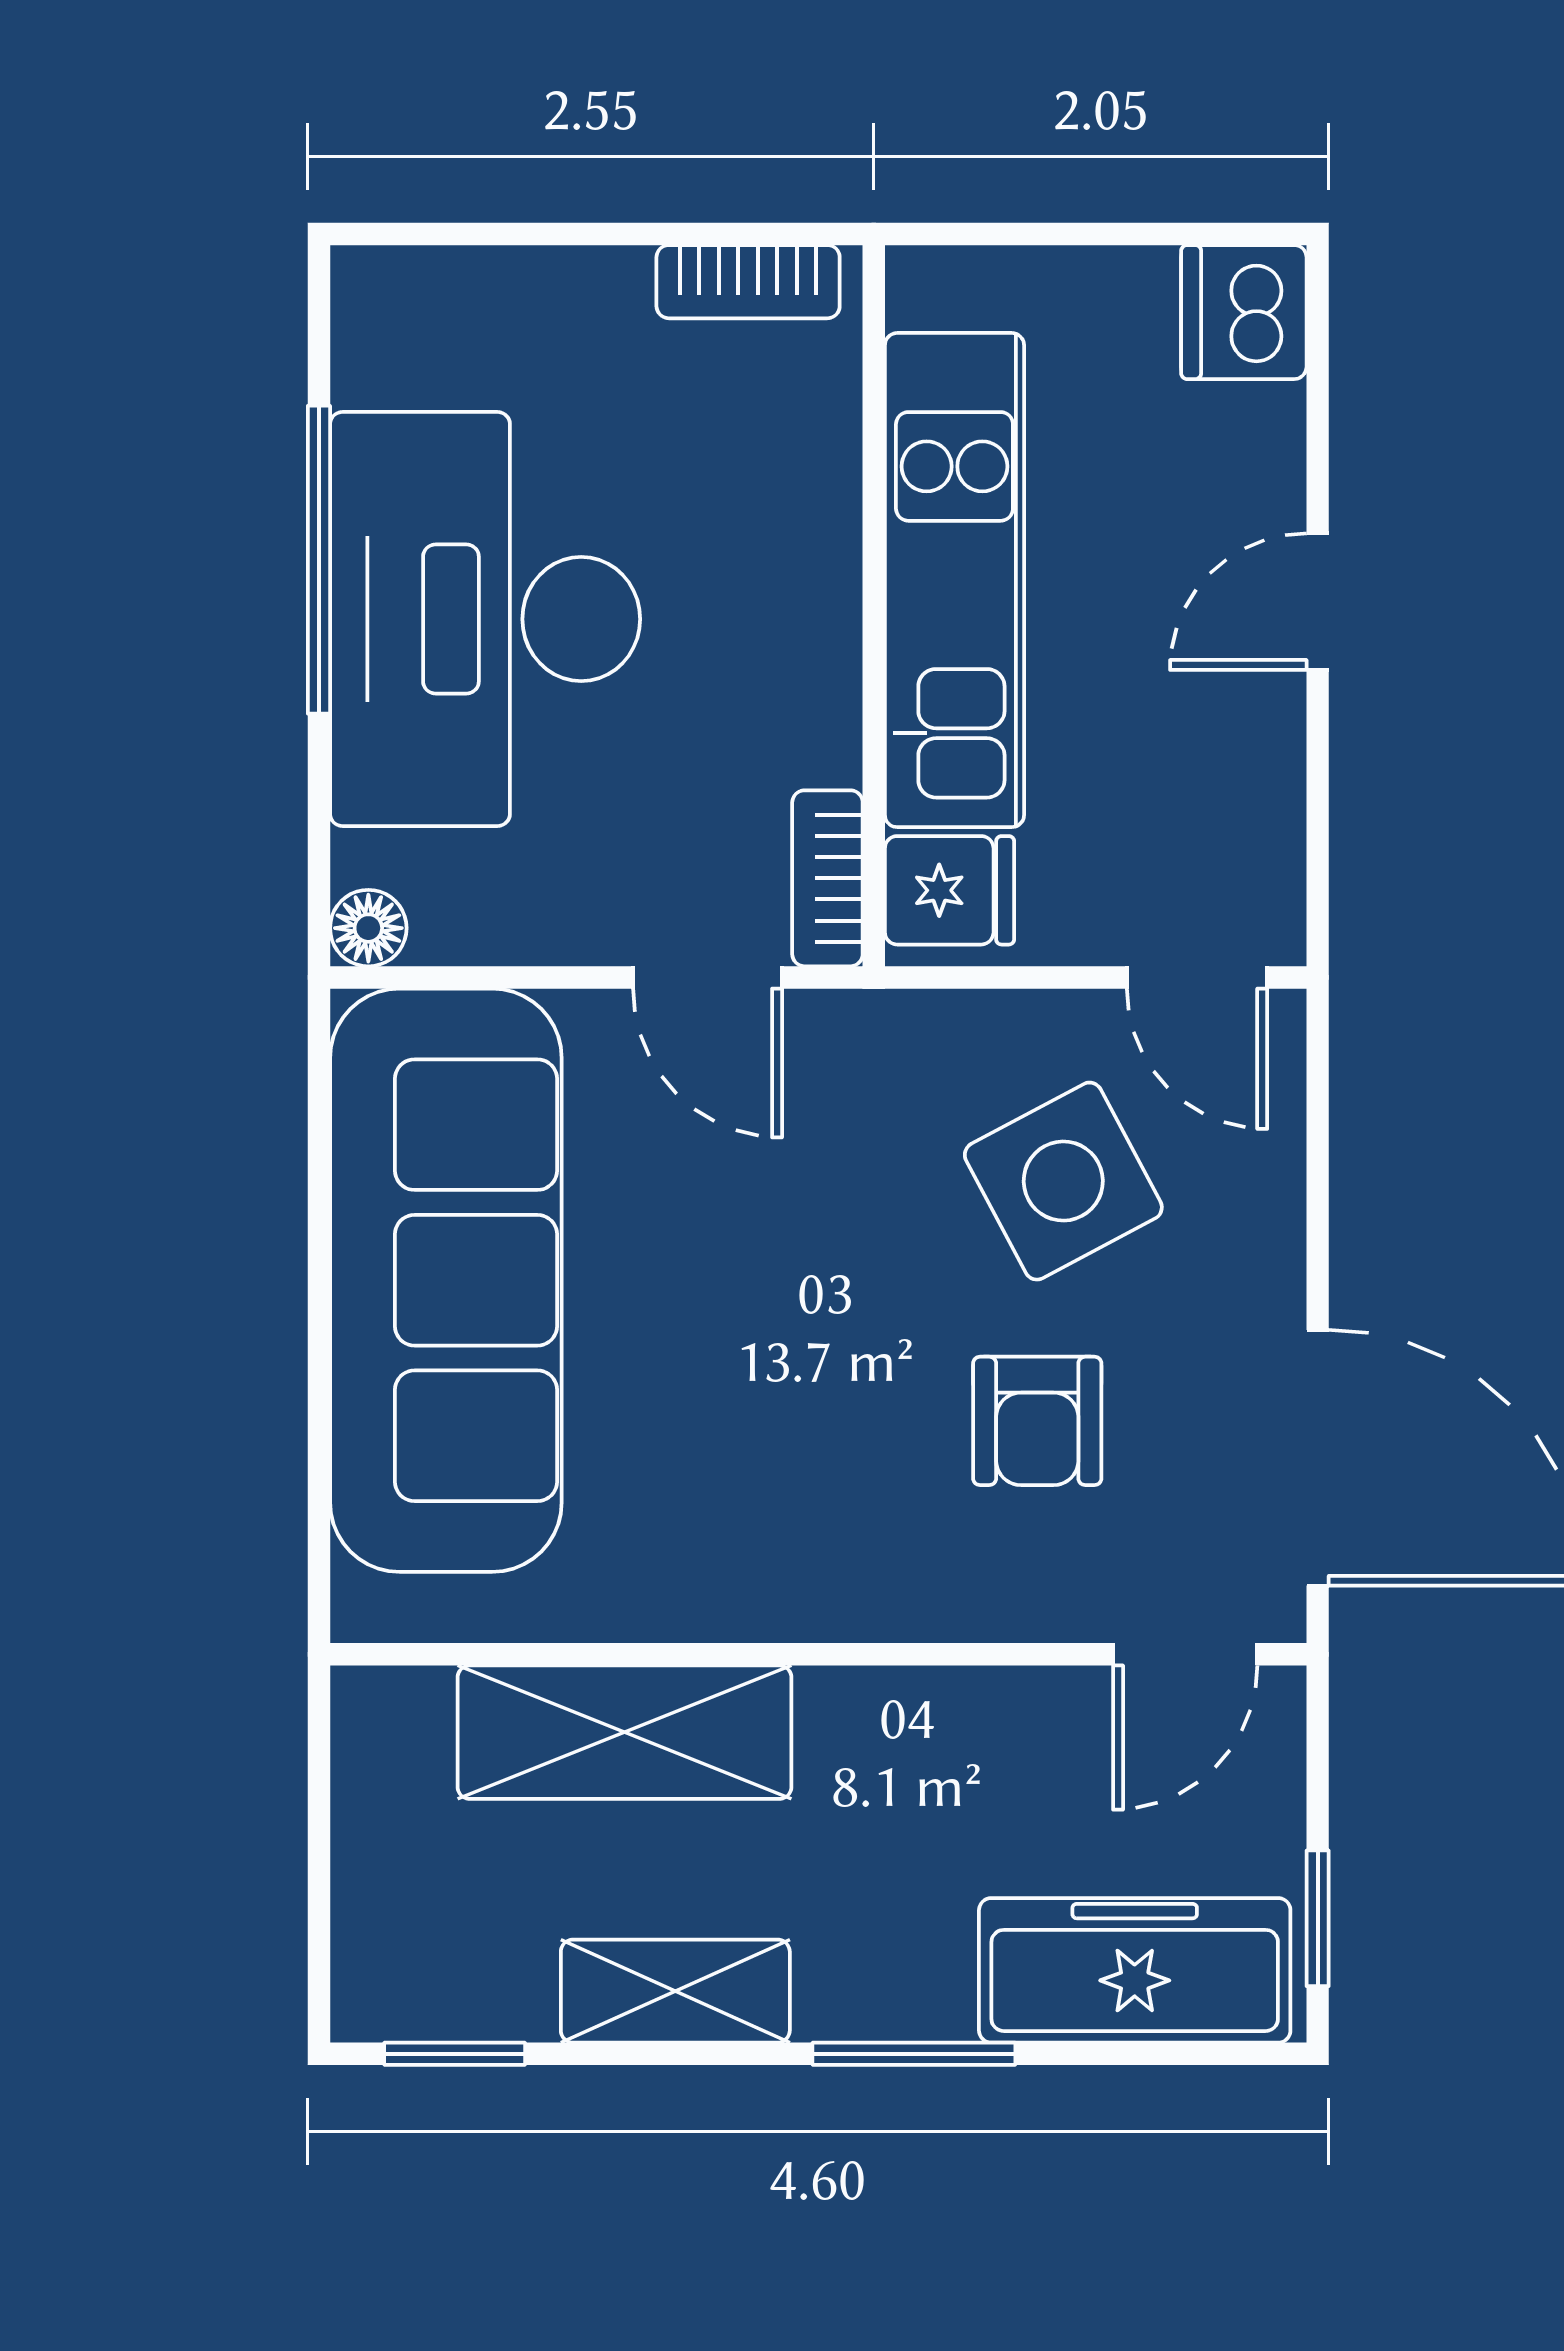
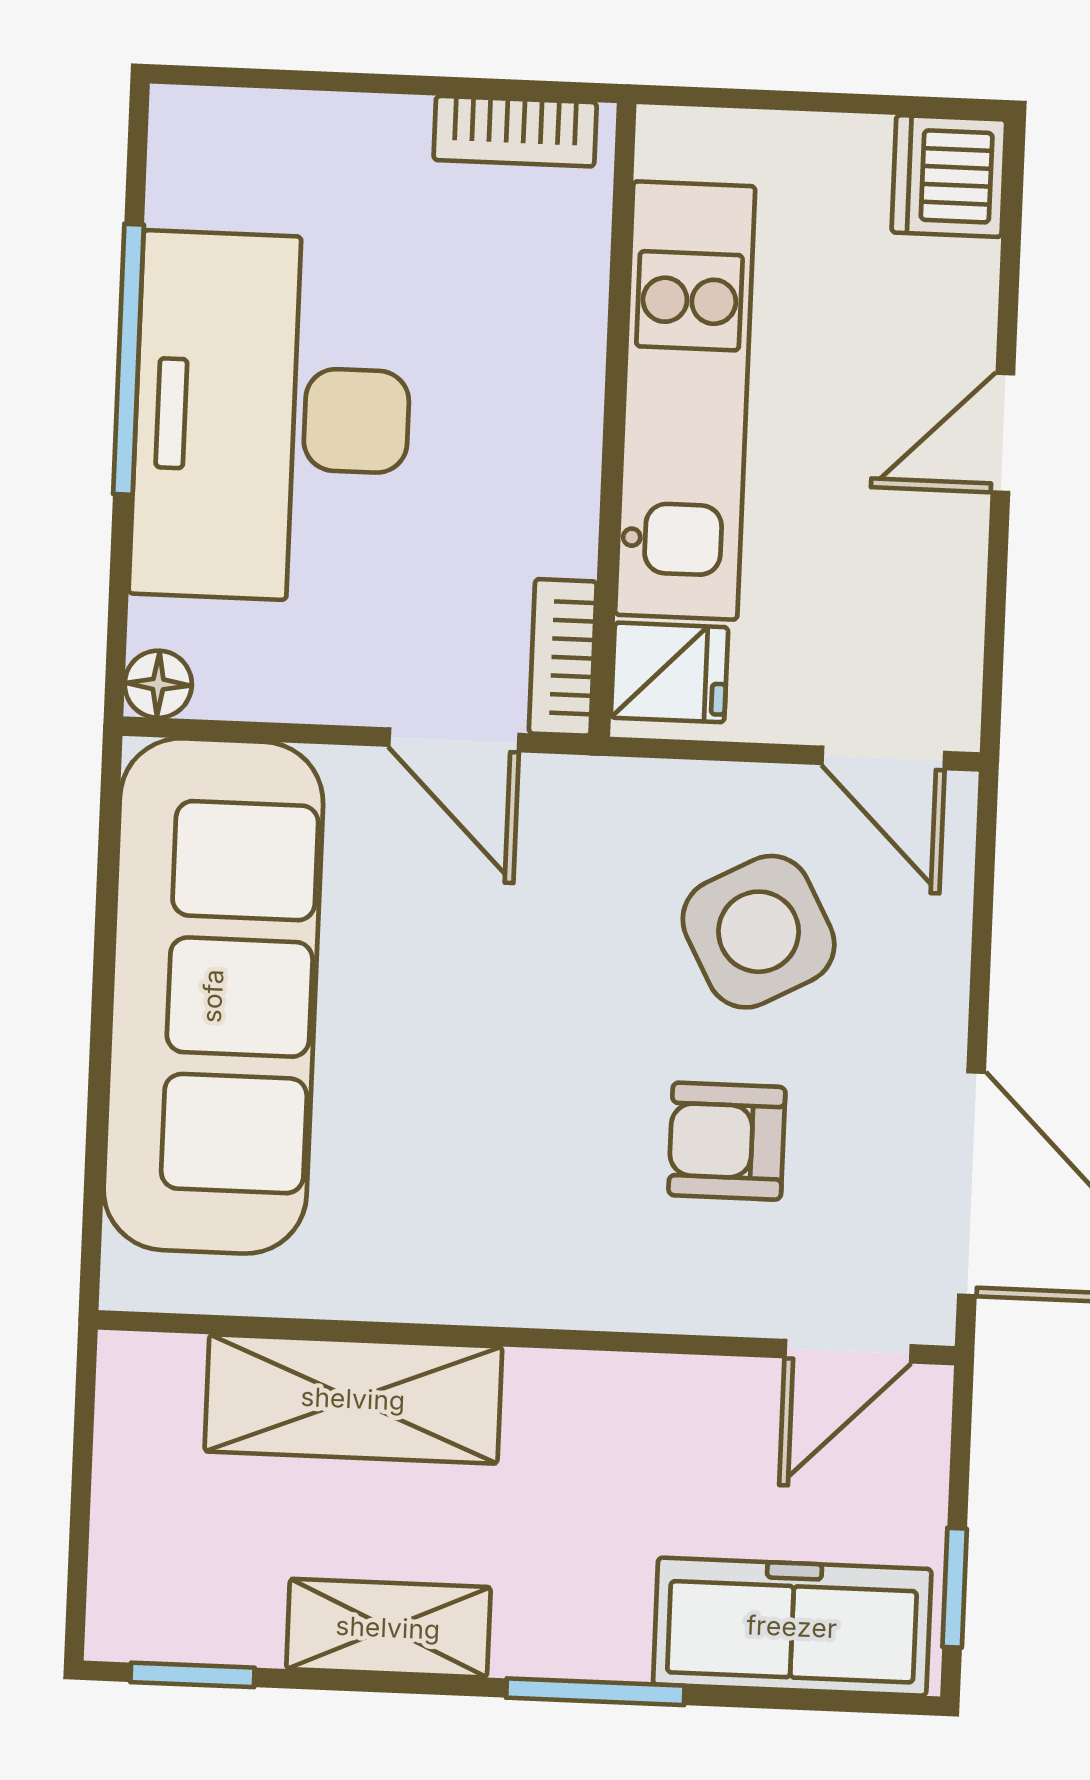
armchair: (1037, 1421) -> (727, 1141), turned 90

